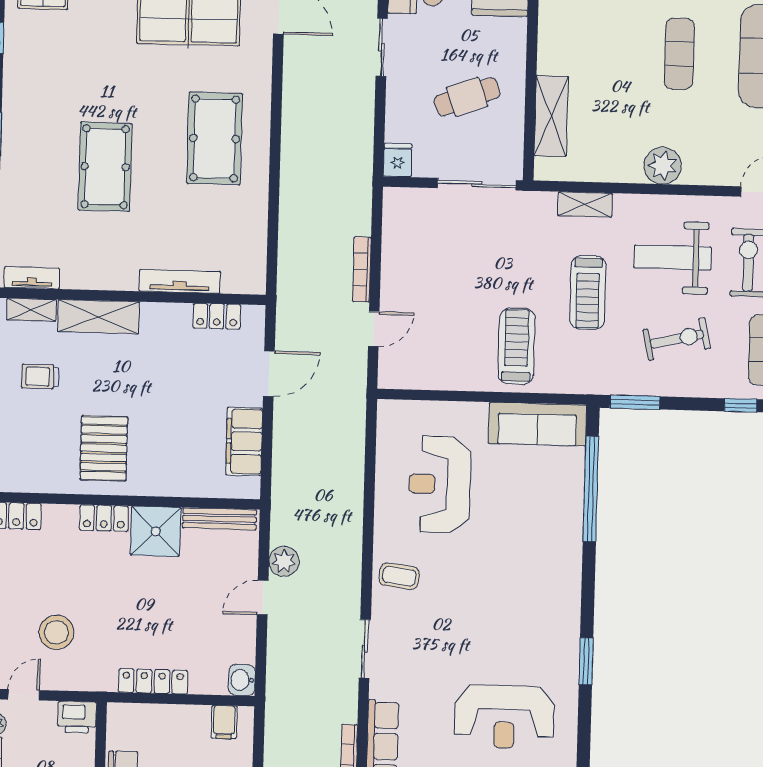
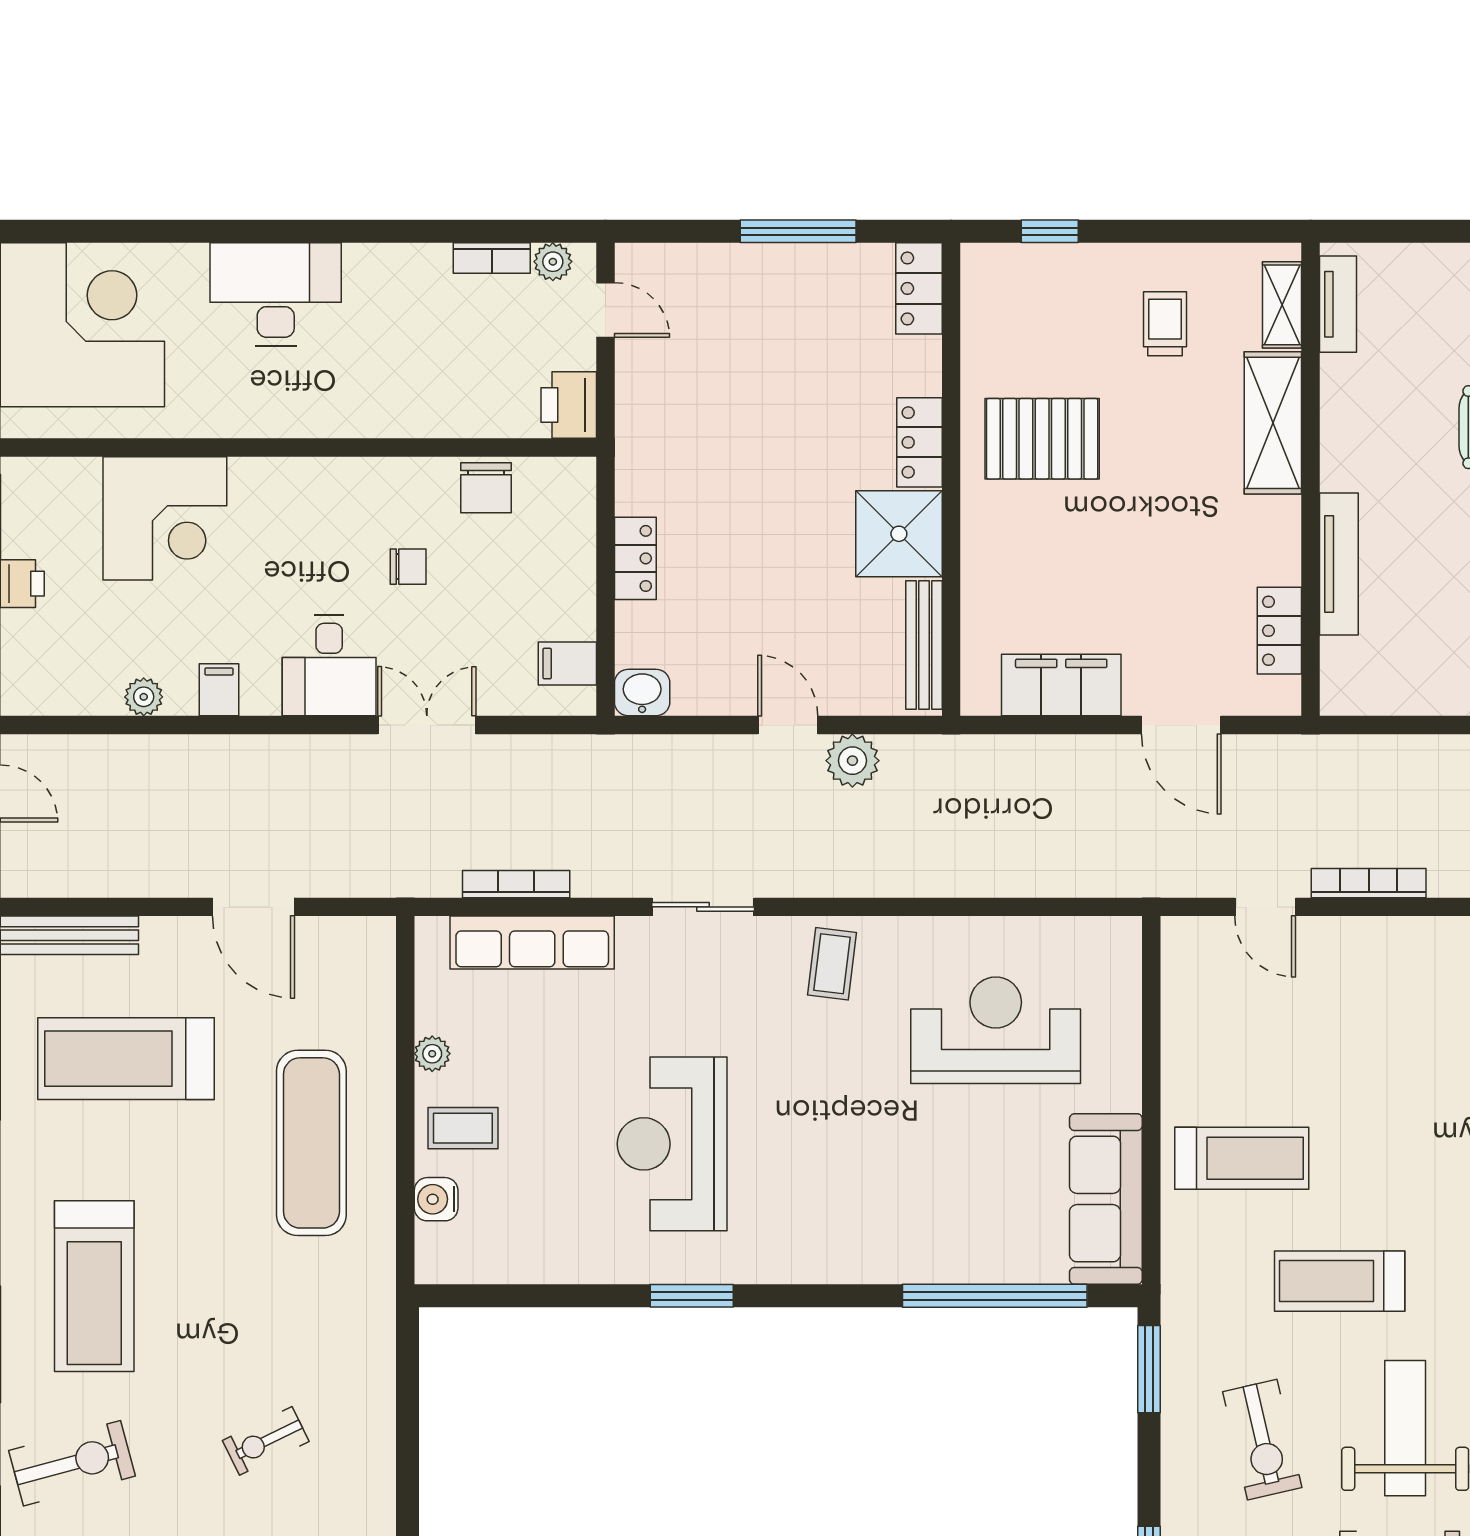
stool: (56, 632) -> (717, 364), removed
locker: (153, 681) -> (635, 558), width x0.66
reception desk: (504, 717) -> (672, 1144), moved

